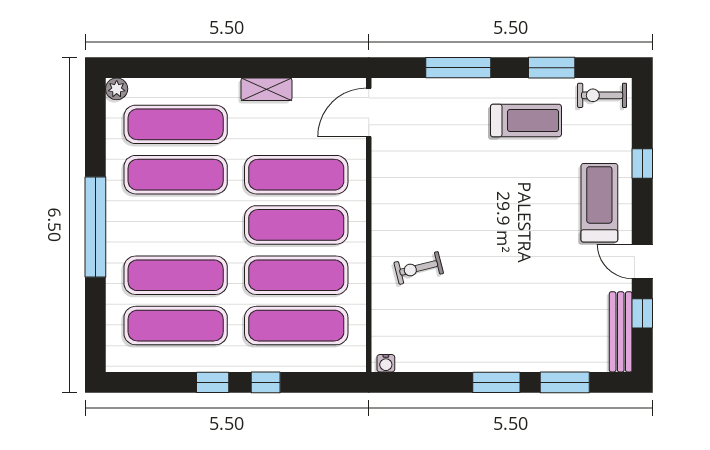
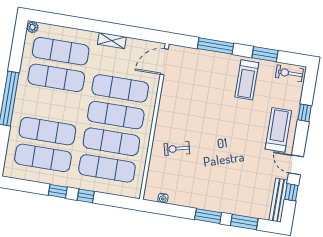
treadmill: (526, 121) -> (247, 80), turned 90
water cooler: (386, 363) -> (163, 198), moved

